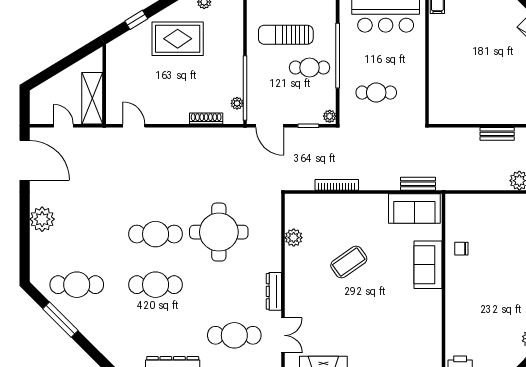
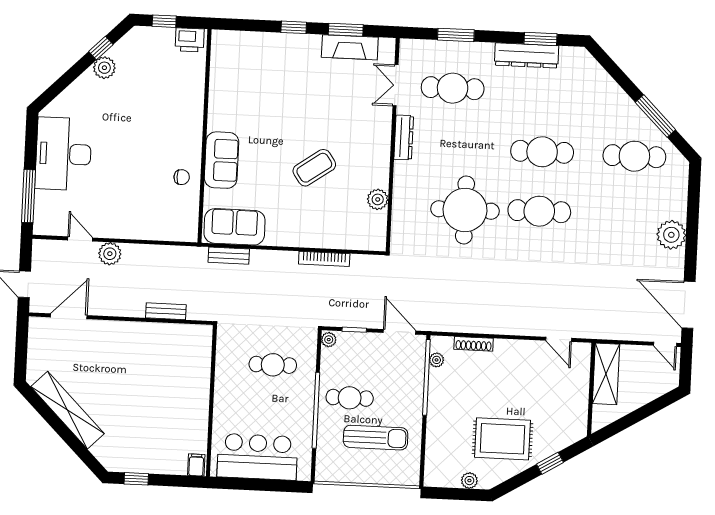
door: (63, 126) -> (665, 344), moved
bench: (497, 134) -> (166, 311), moved

